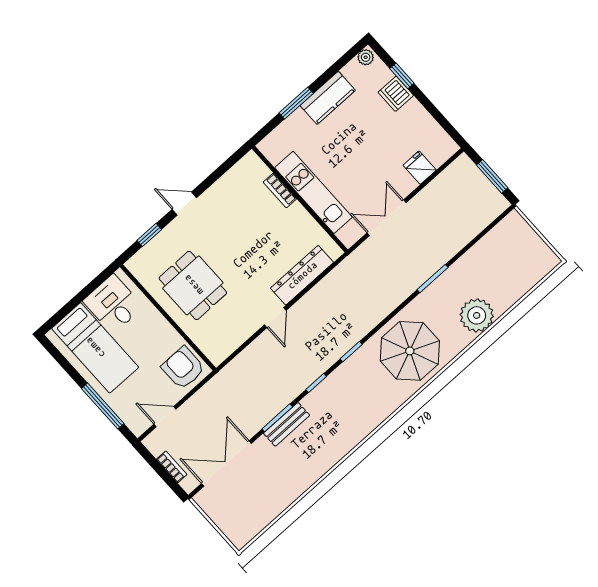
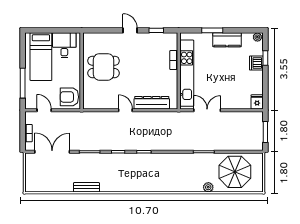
fridge: (420, 168) -> (257, 102), moved
kitchen unit: (313, 192) -> (187, 73), width x1.36
window: (149, 235) -> (156, 30), moved
dining table: (193, 285) -> (104, 67), turned 90
plant: (477, 315) -> (208, 187), width x0.53, depth x0.53
door: (275, 318) -> (125, 110), swing flipped
parasol: (410, 351) -> (235, 172), moved
armchair: (183, 368) -> (69, 97), turned -90
bench: (287, 424) -> (86, 187), moved

